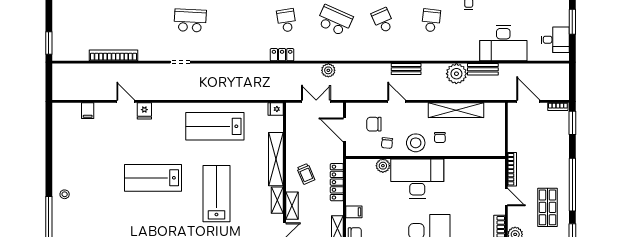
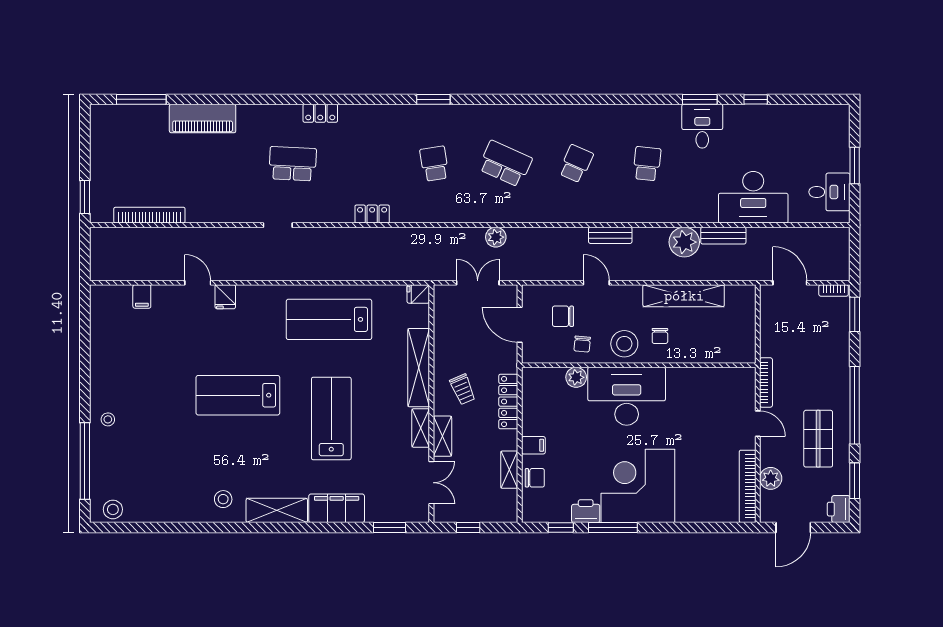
school desk: (383, 20) -> (576, 164), turned 48
bookcase: (114, 55) -> (149, 215), moved
locker: (282, 55) -> (372, 214), moved

